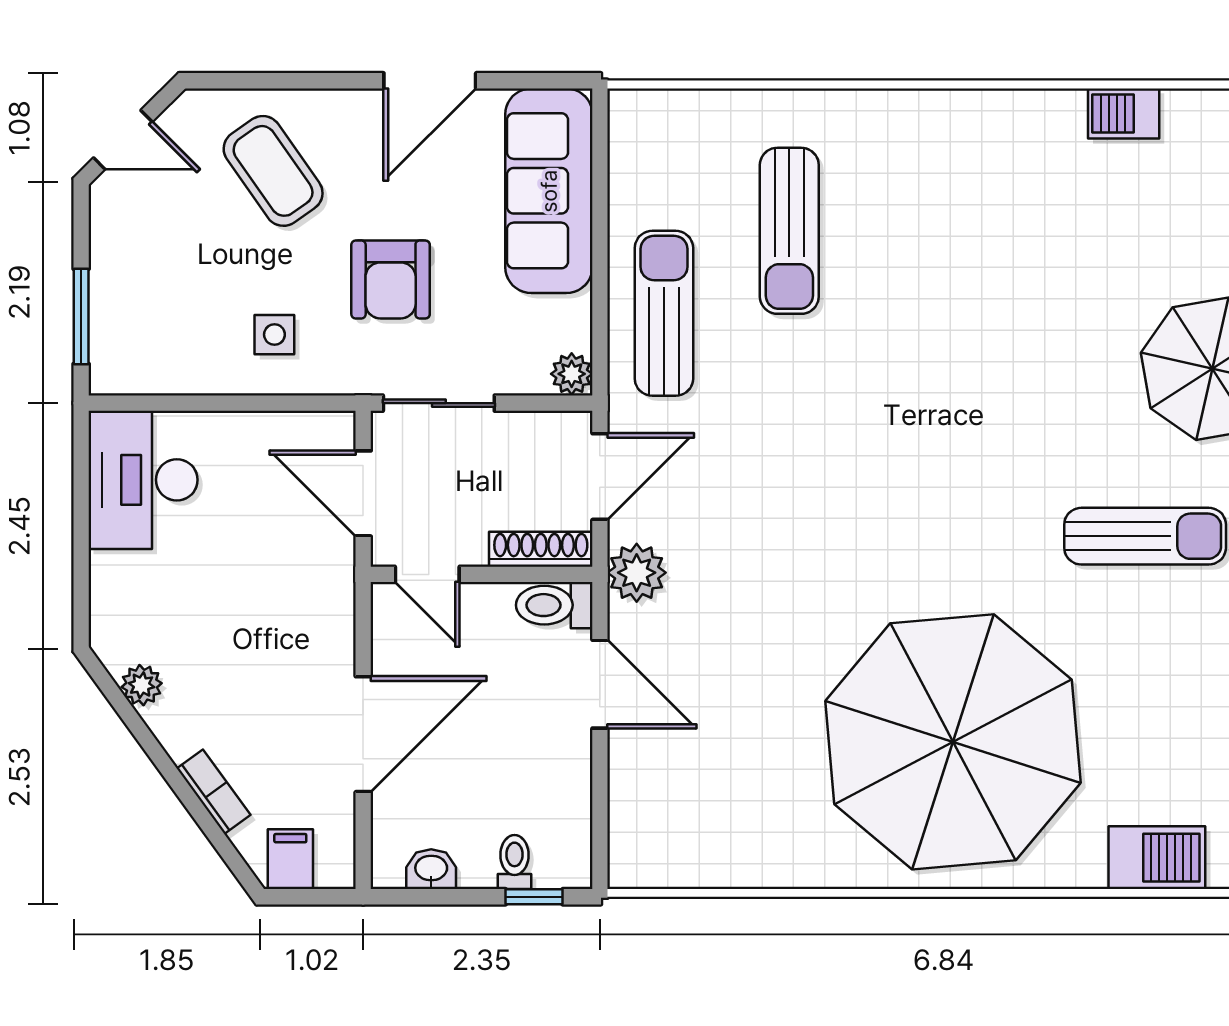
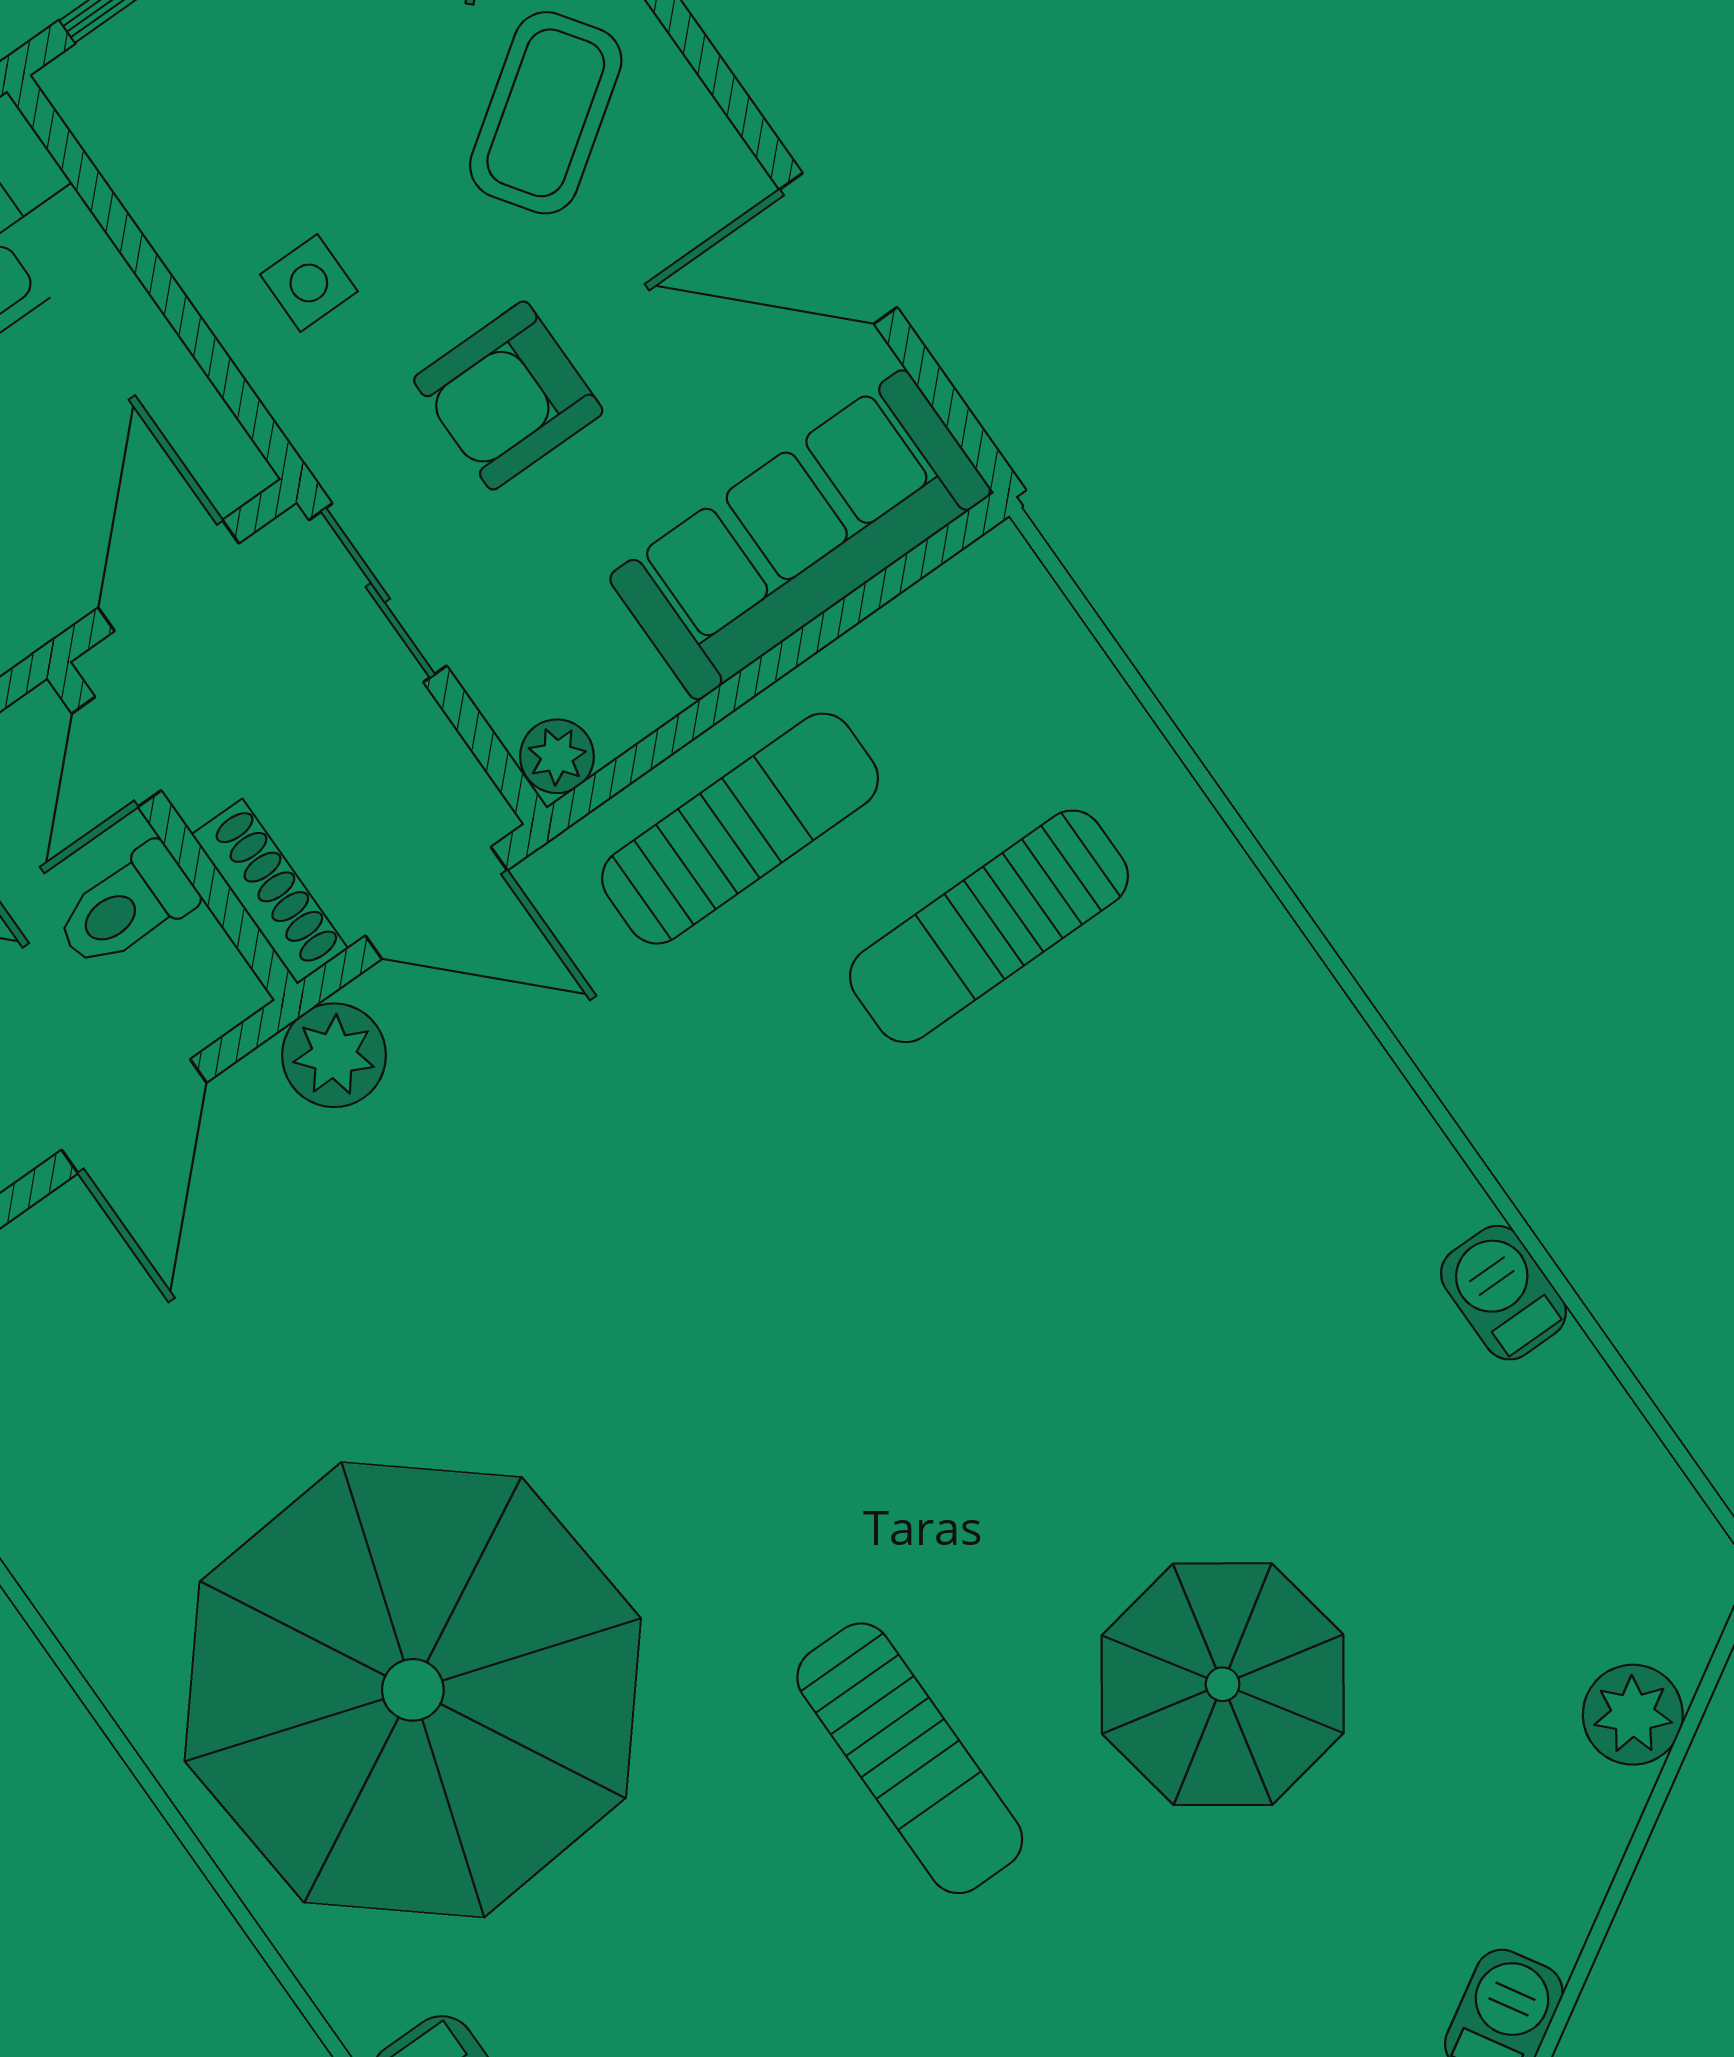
toilet: (554, 605) -> (126, 907), moved, turned -90

